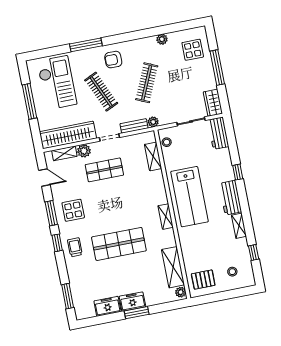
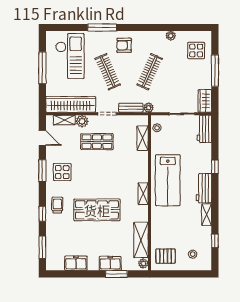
window: (57, 243) -> (42, 214), moved
freezer: (132, 302) -> (110, 263), moved
window: (137, 313) -> (116, 274), moved

